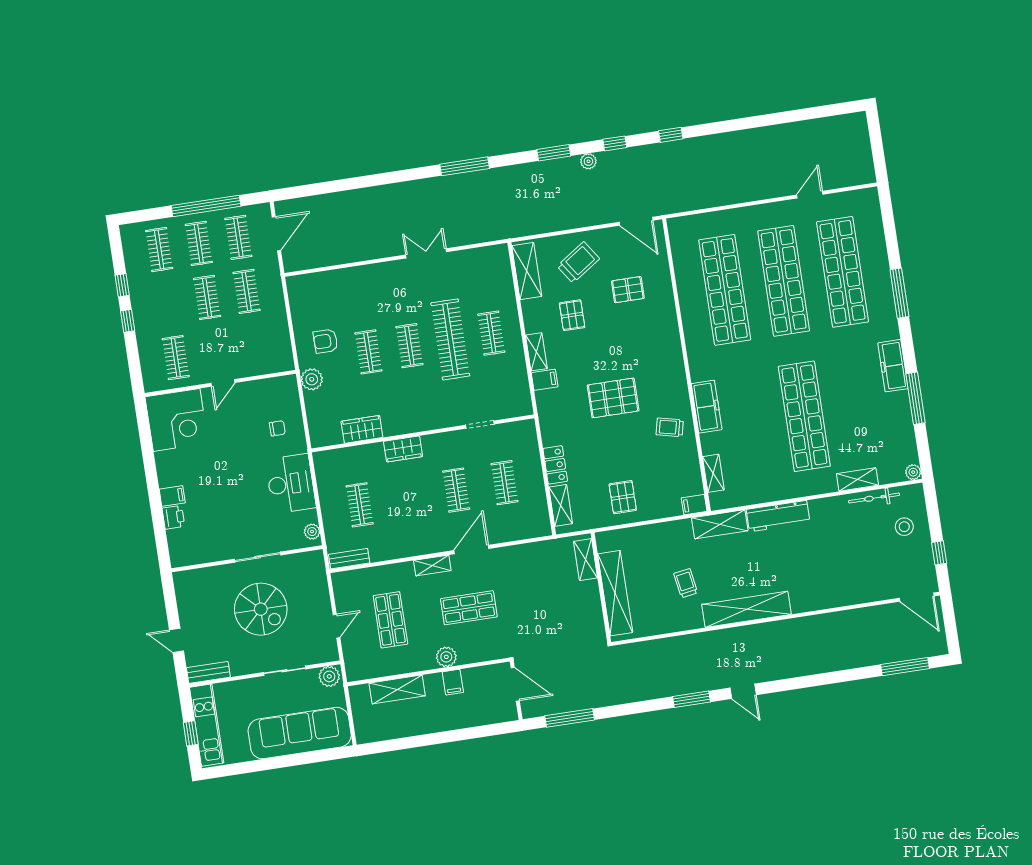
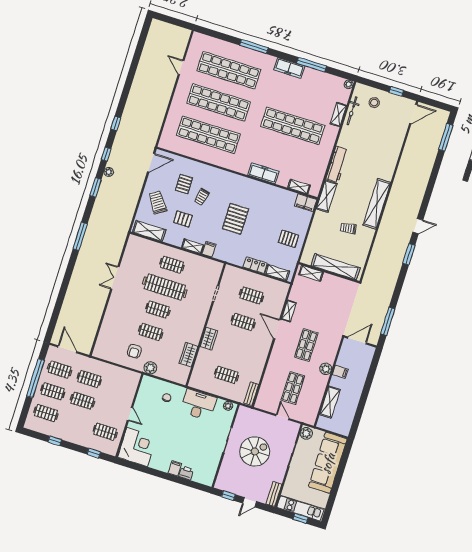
window: (128, 321) -> (94, 453), moved
trolley: (670, 427) -> (202, 197), moved
filing cabinet: (694, 505) -> (306, 203), width x2.00
shelving: (432, 566) -> (289, 311), moved
window: (171, 602) -> (228, 496), added
shop shelf: (390, 620) -> (293, 388), turned 90

